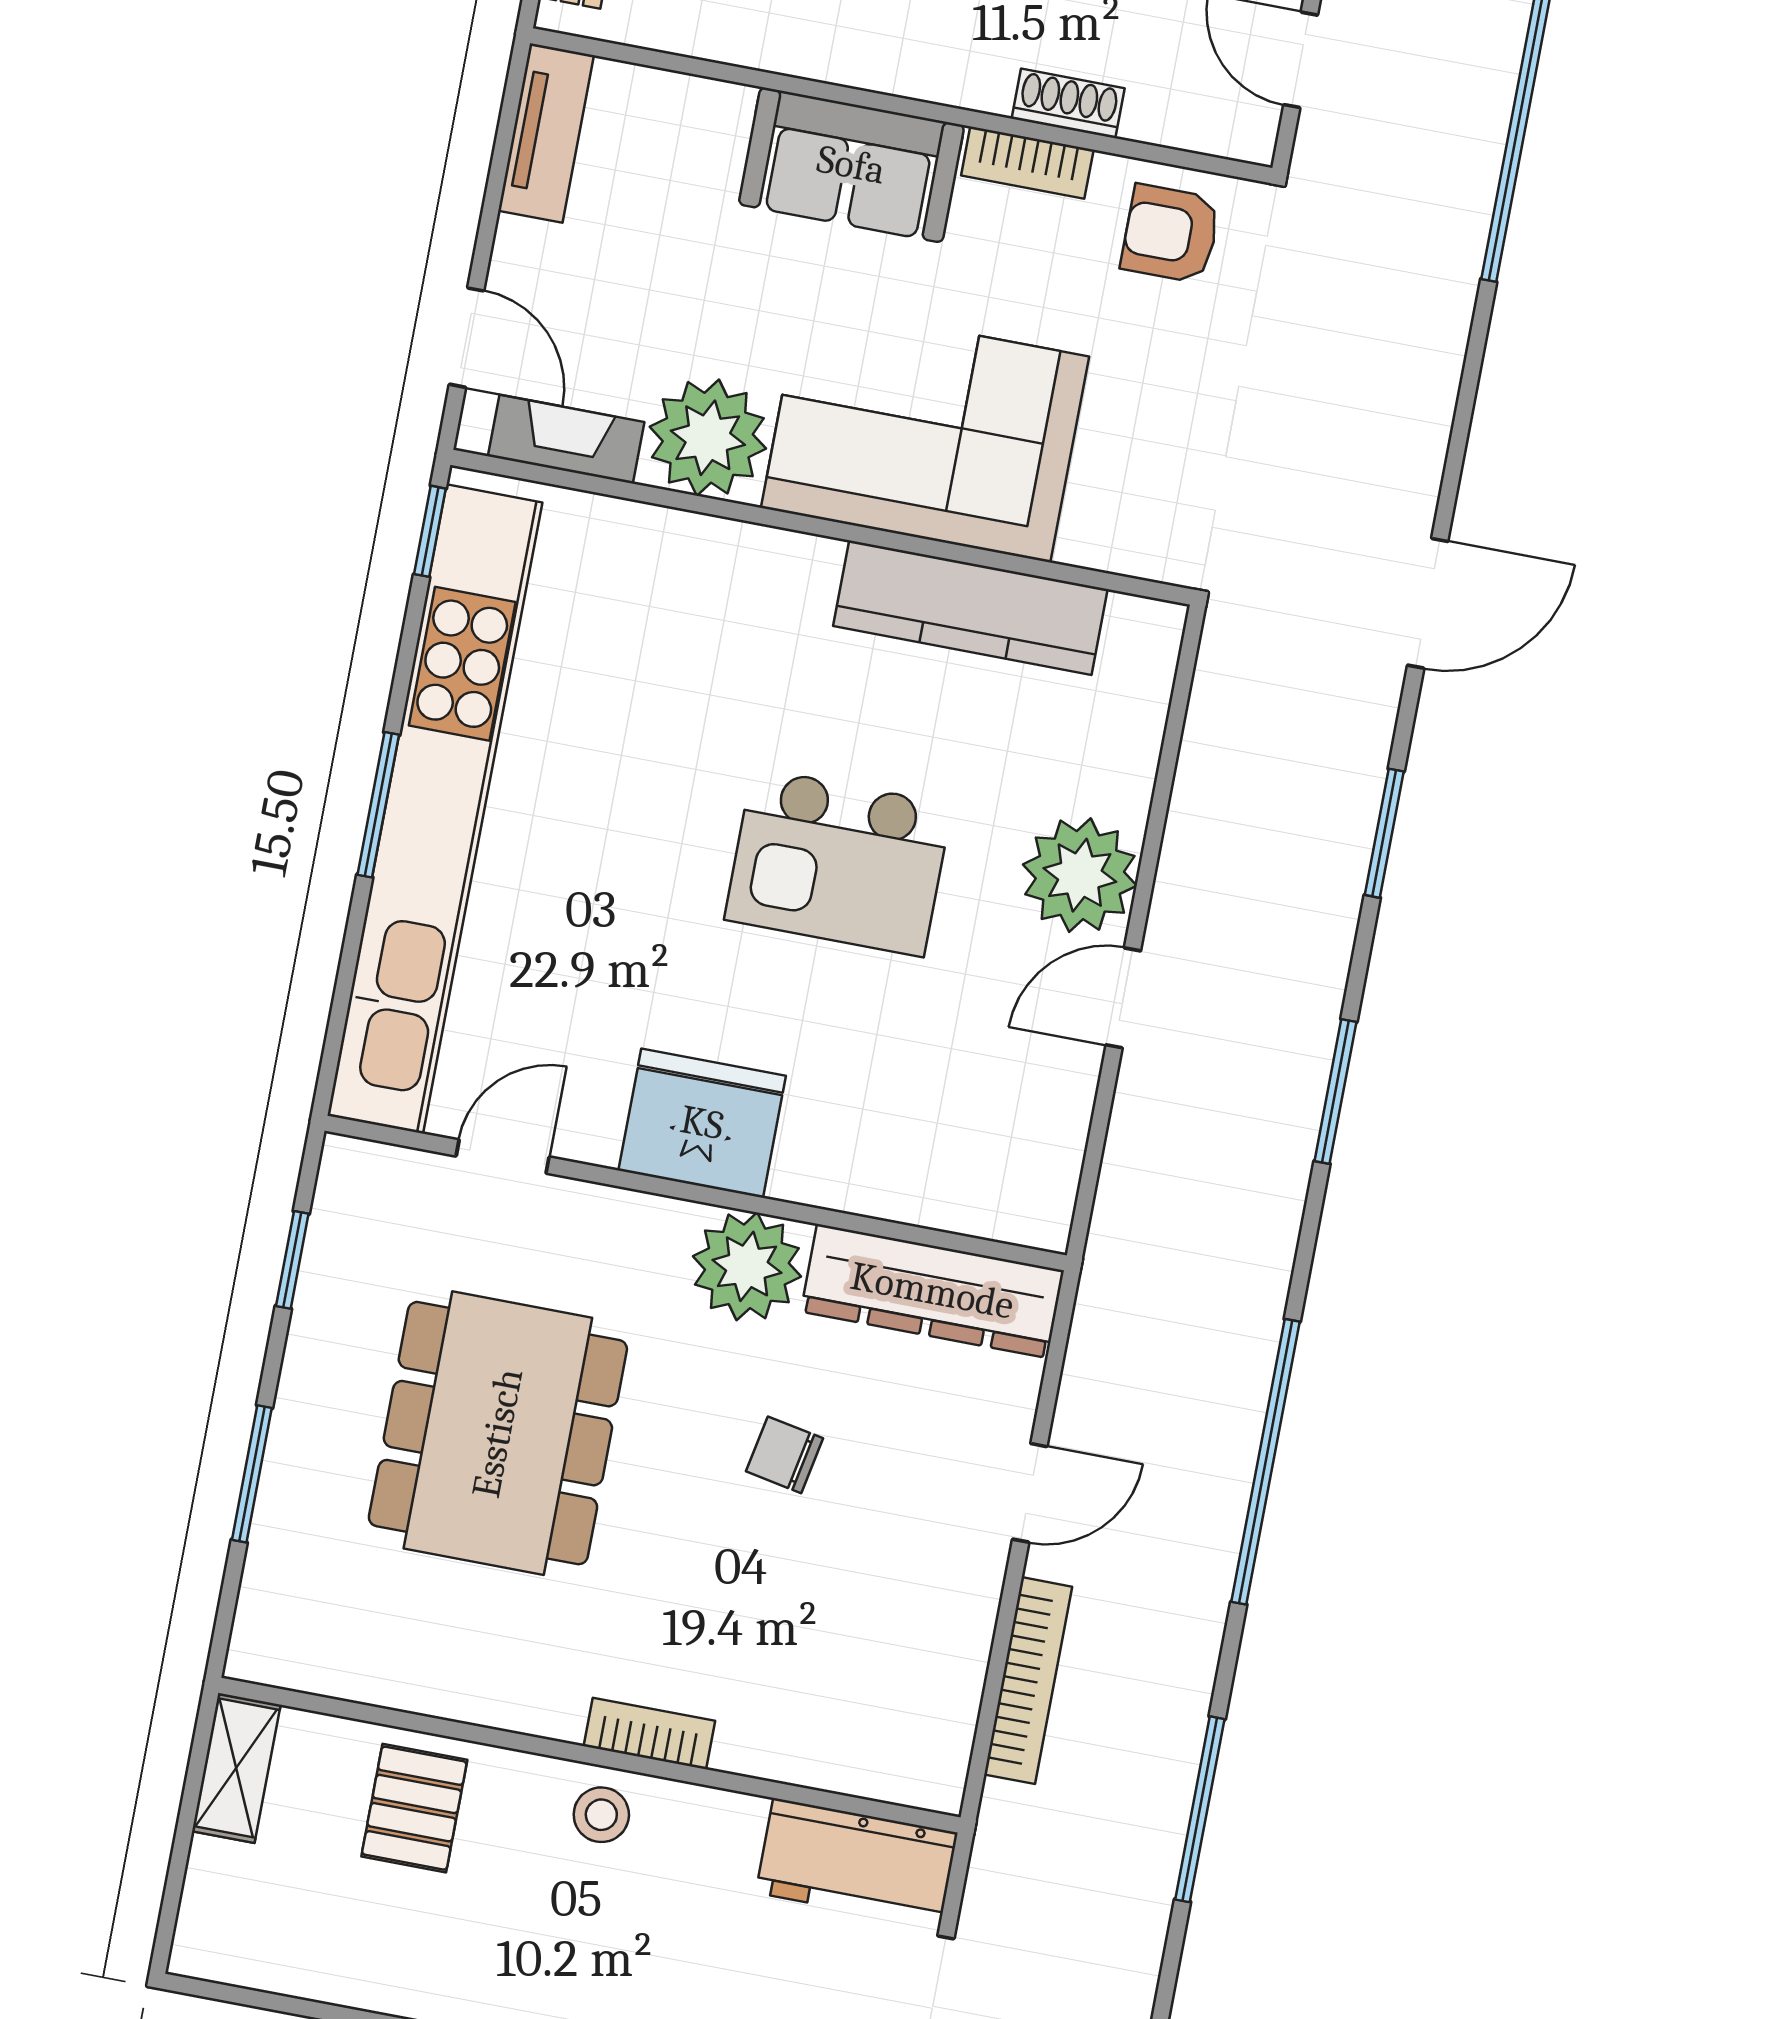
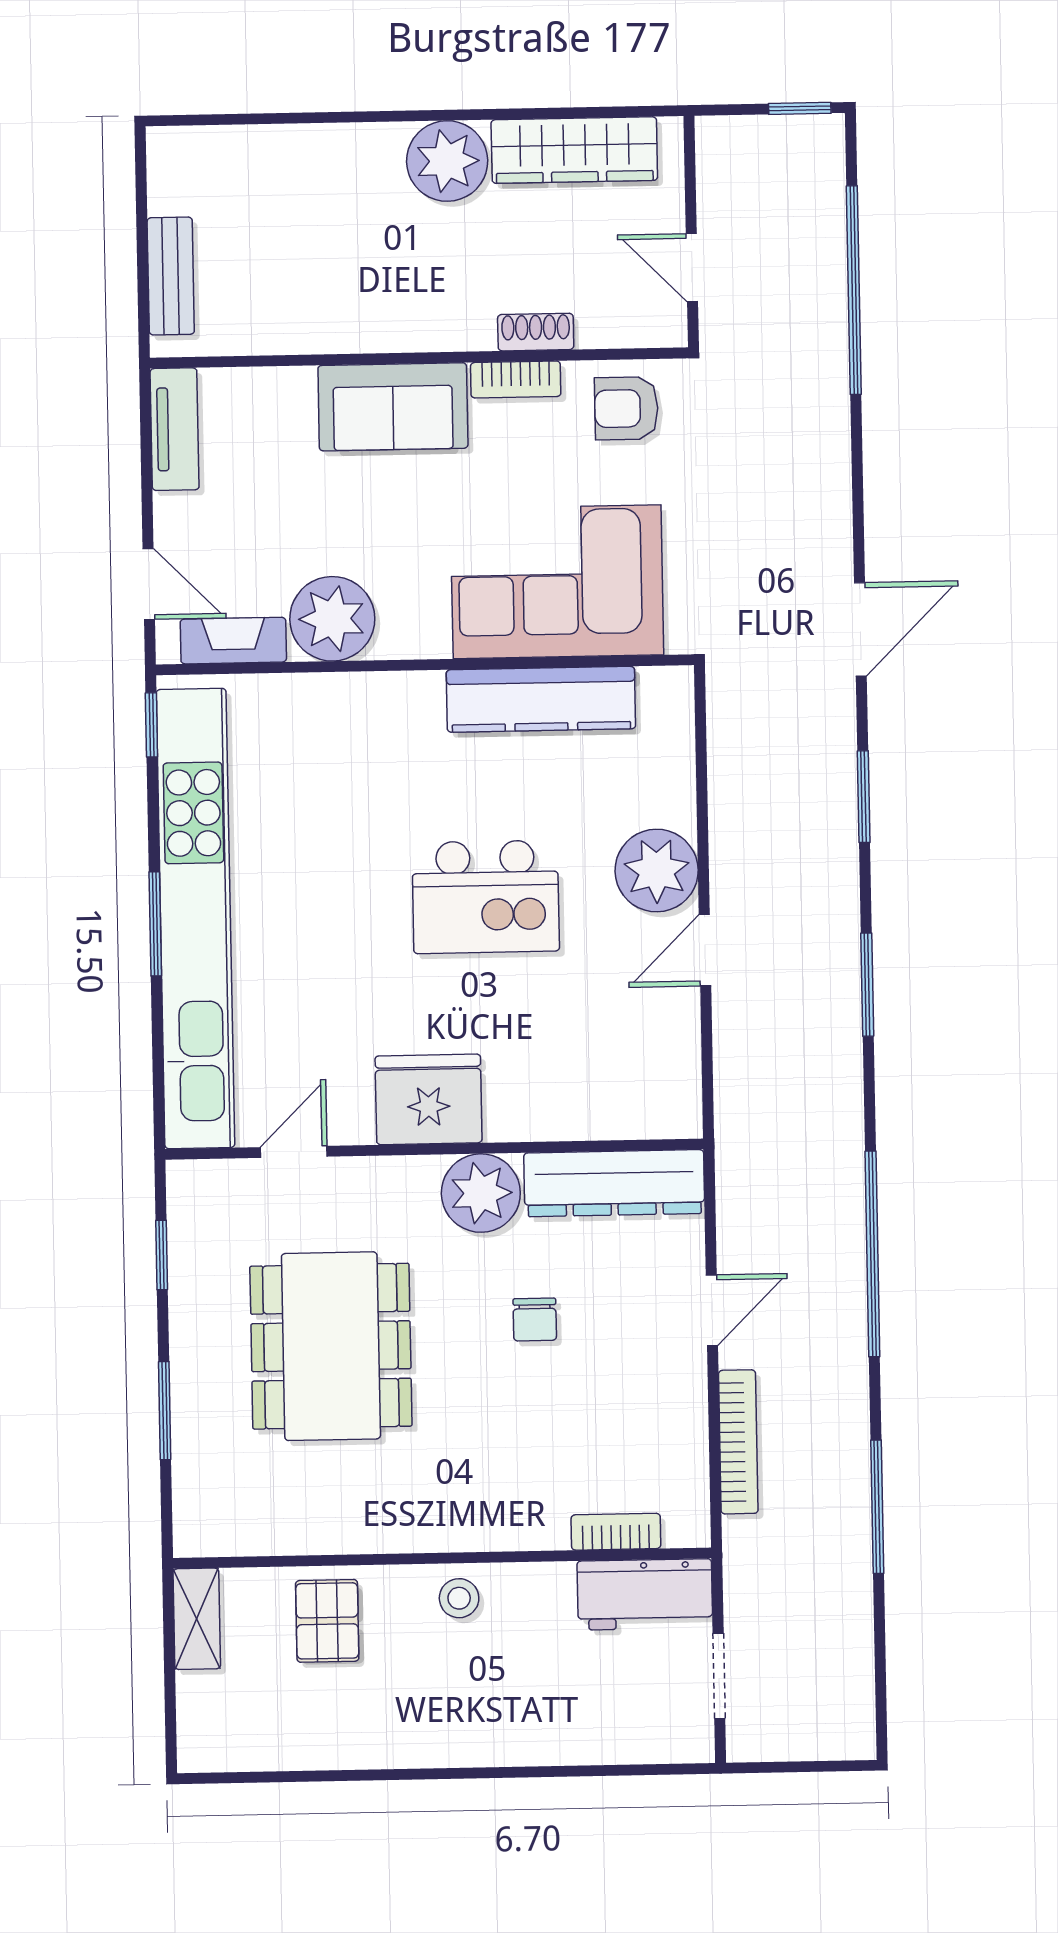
corner sofa: (925, 432) -> (557, 582), moved
chair: (785, 1455) -> (535, 1319), turned -101
bookcase: (649, 1734) -> (616, 1532), moved

